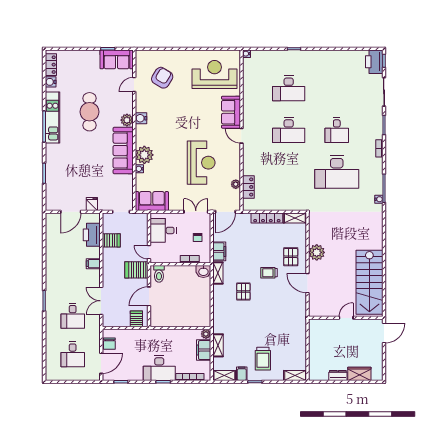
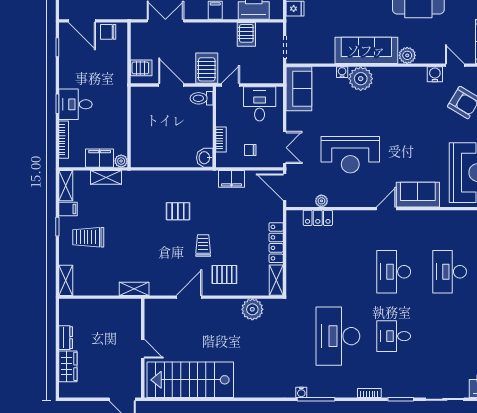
water cooler: (141, 118) -> (435, 74), moved
plant: (317, 252) -> (252, 309), moved
shelving: (218, 273) -> (134, 289), moved
desk: (159, 368) -> (75, 104), width x0.73

